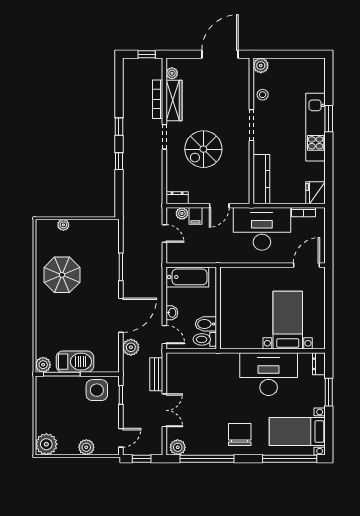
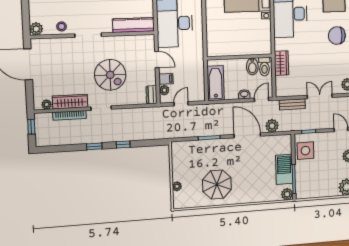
wardrobe: (208, 361) -> (281, 63), added

